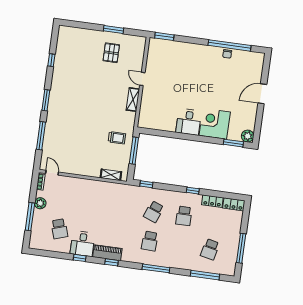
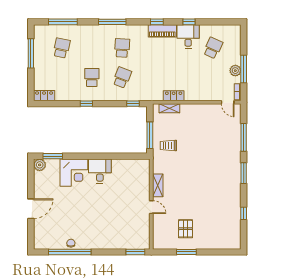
locker: (212, 201) -> (174, 96), moved
window: (30, 217) -> (244, 69), moved
school desk: (59, 229) -> (213, 48), turned 42

